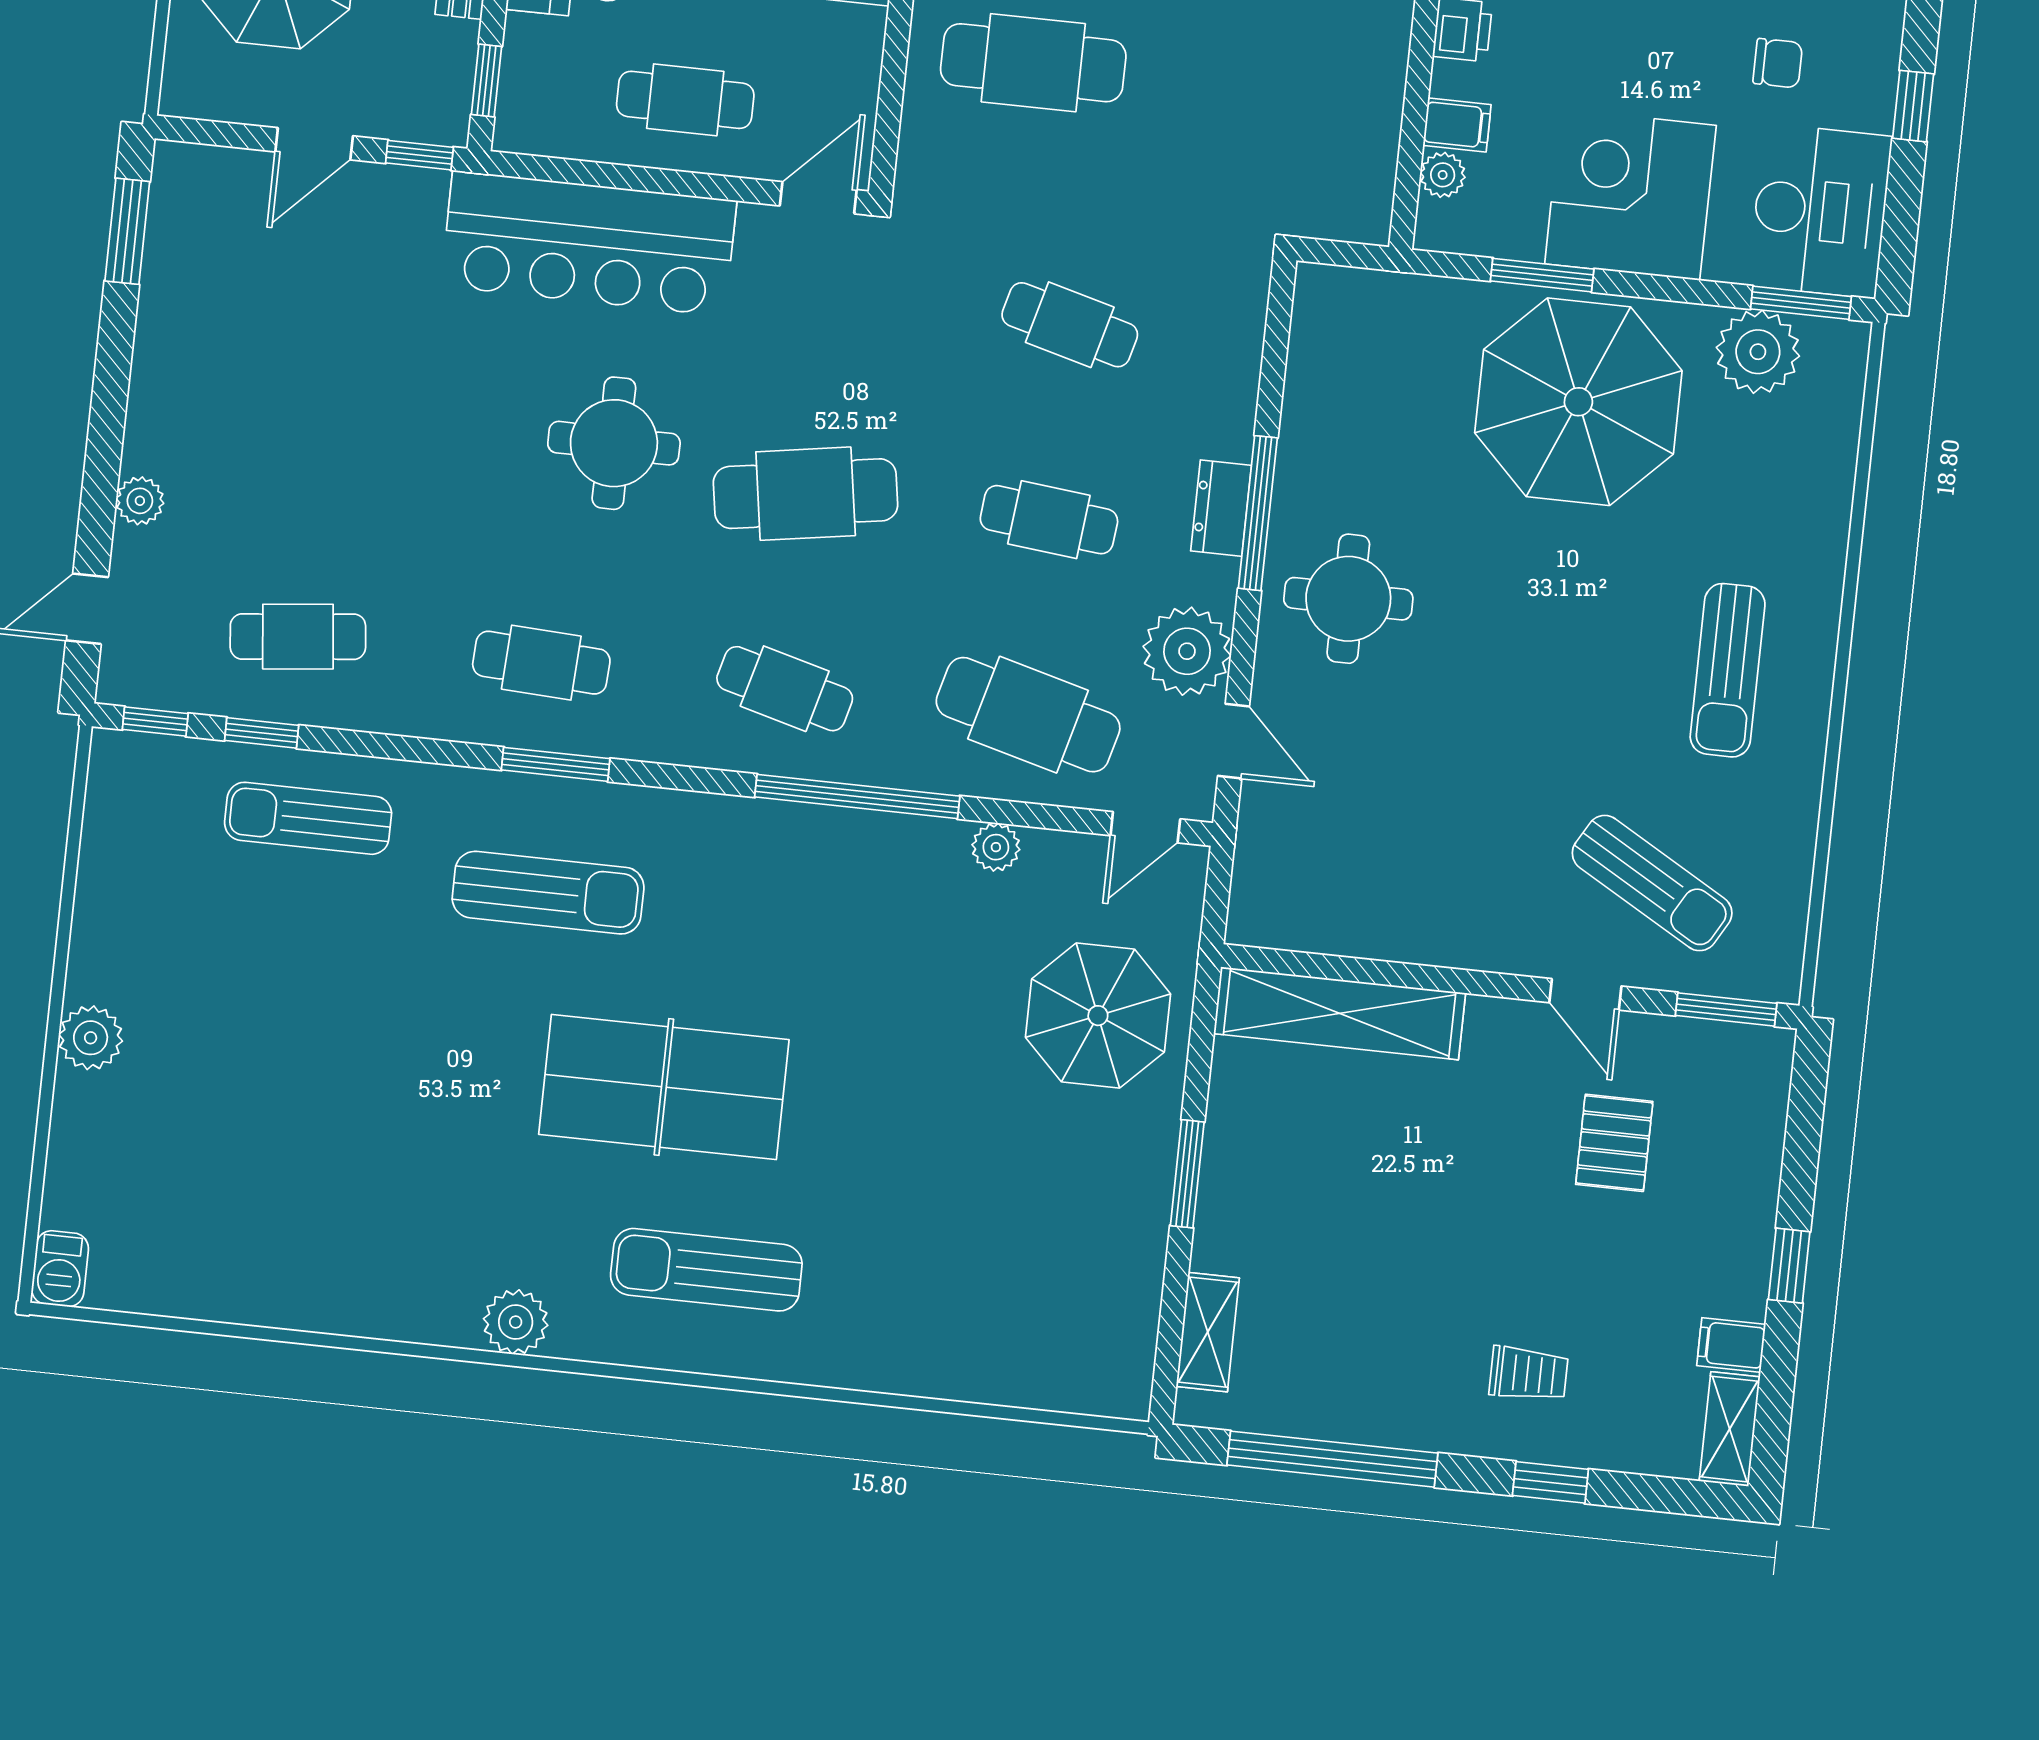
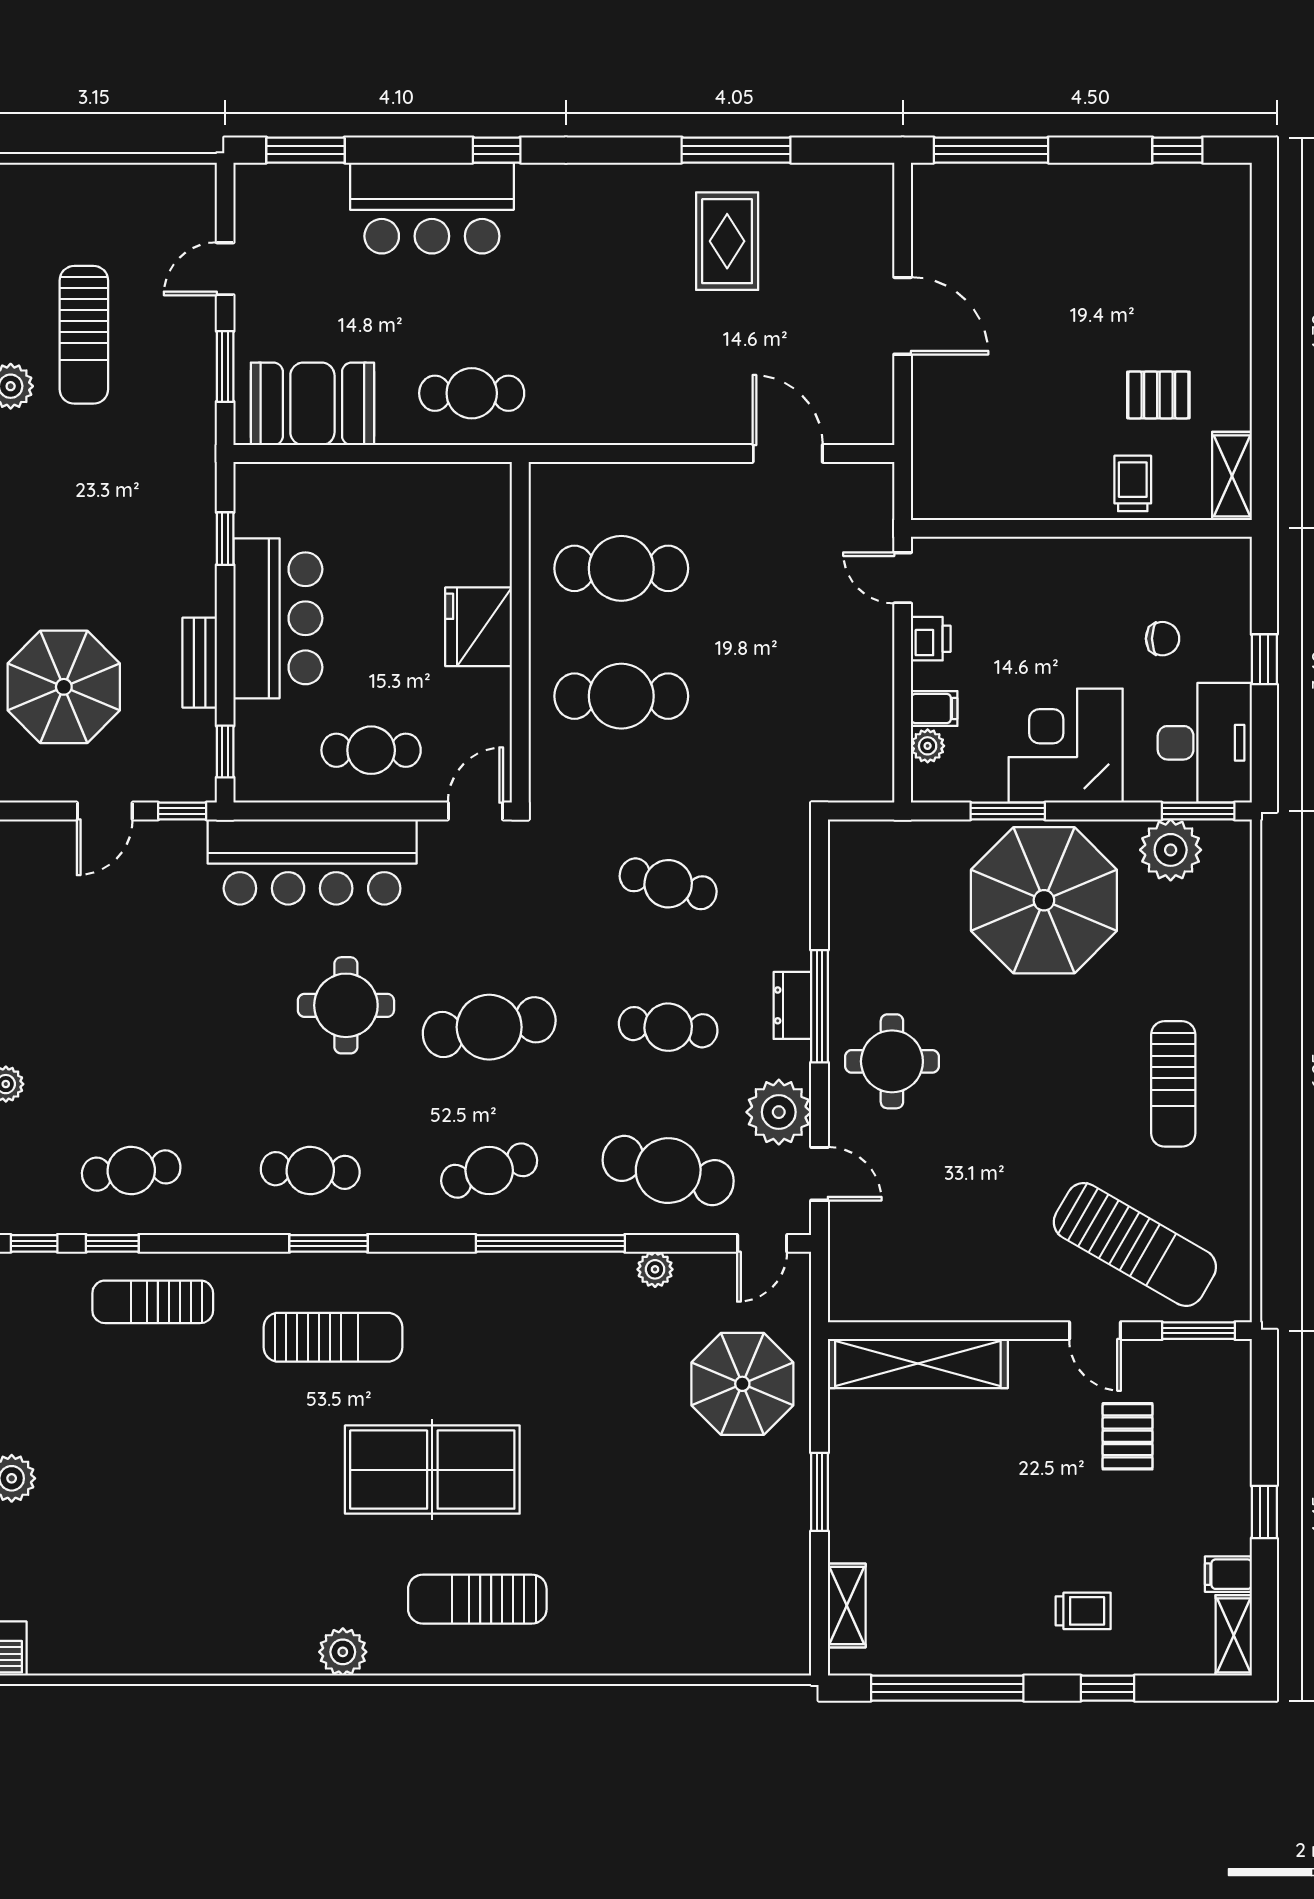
cafe table: (785, 689) -> (489, 1171), turned -33
sun lounger: (1652, 883) -> (1135, 1244), width x1.36, depth x1.34

